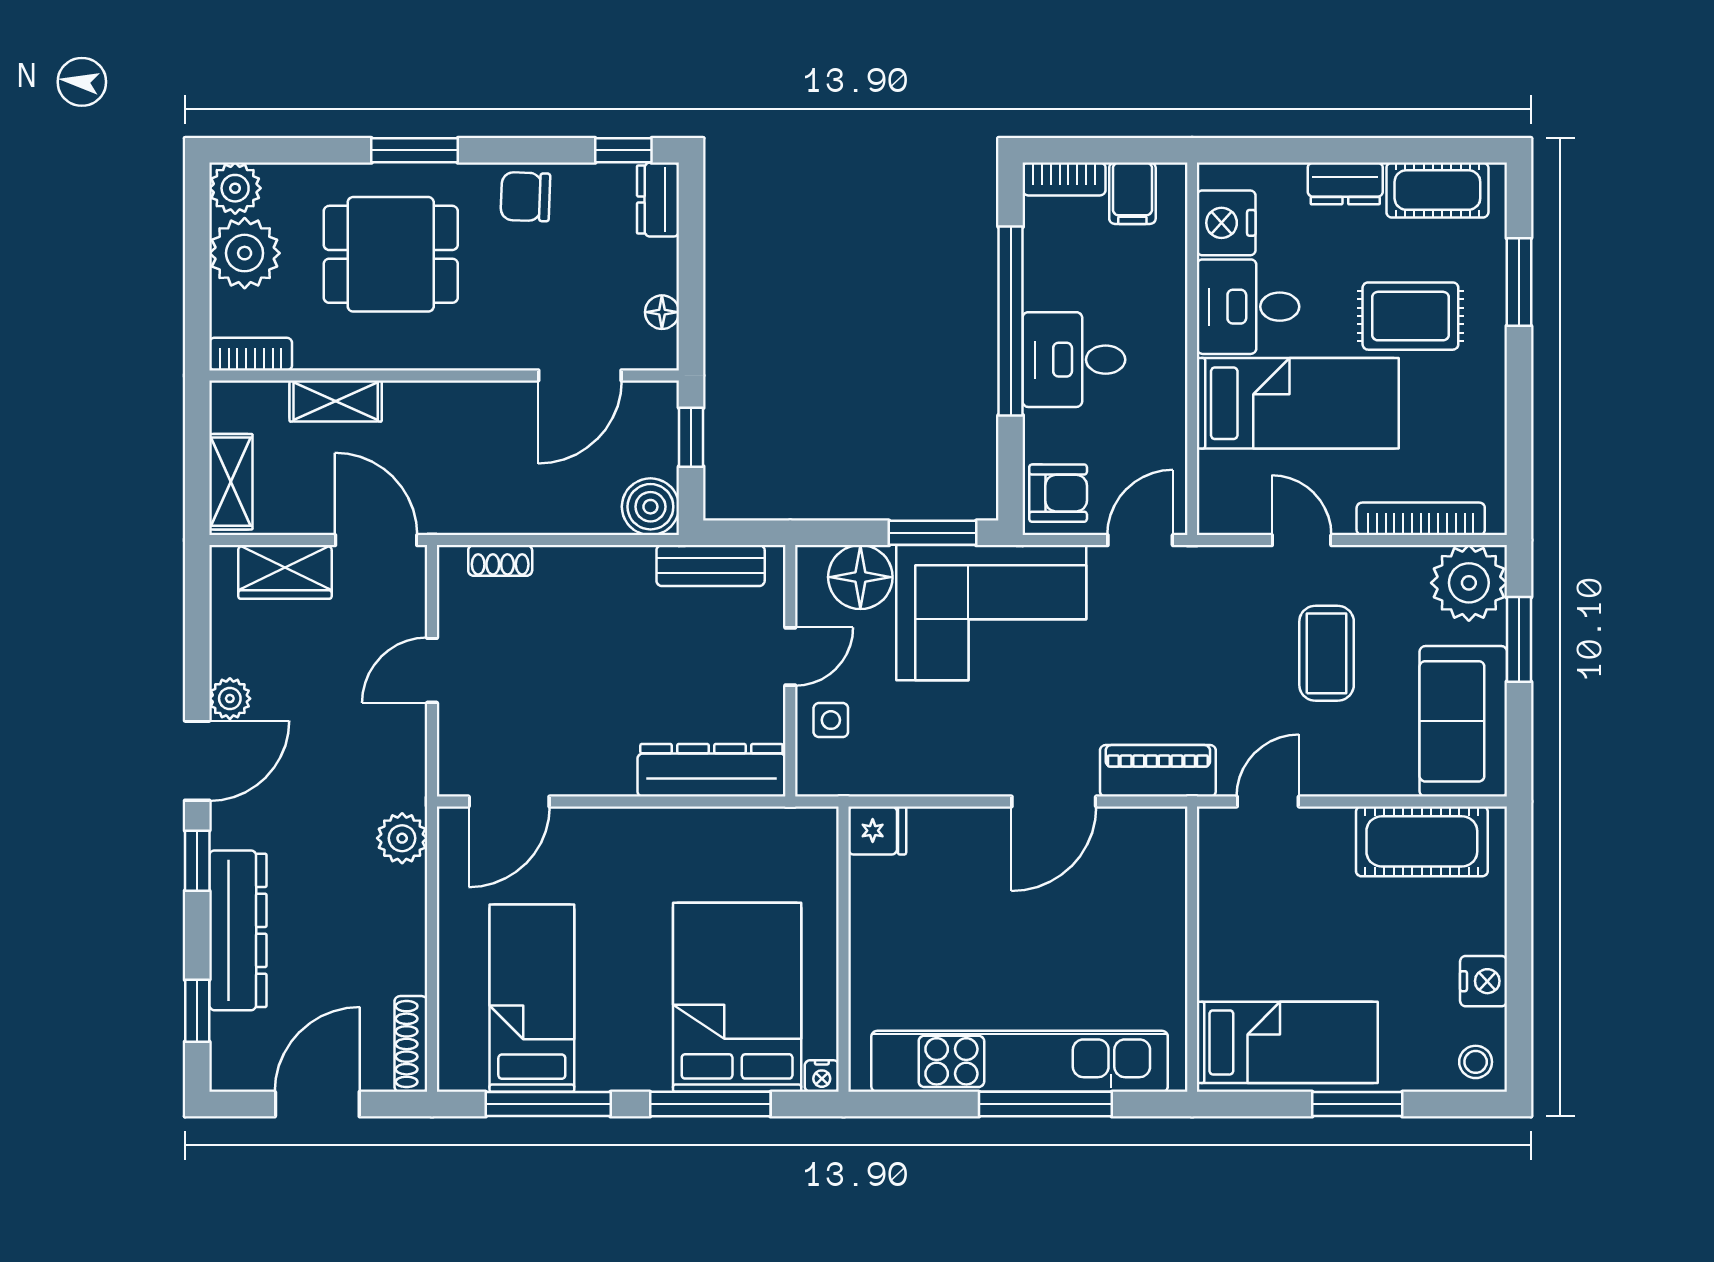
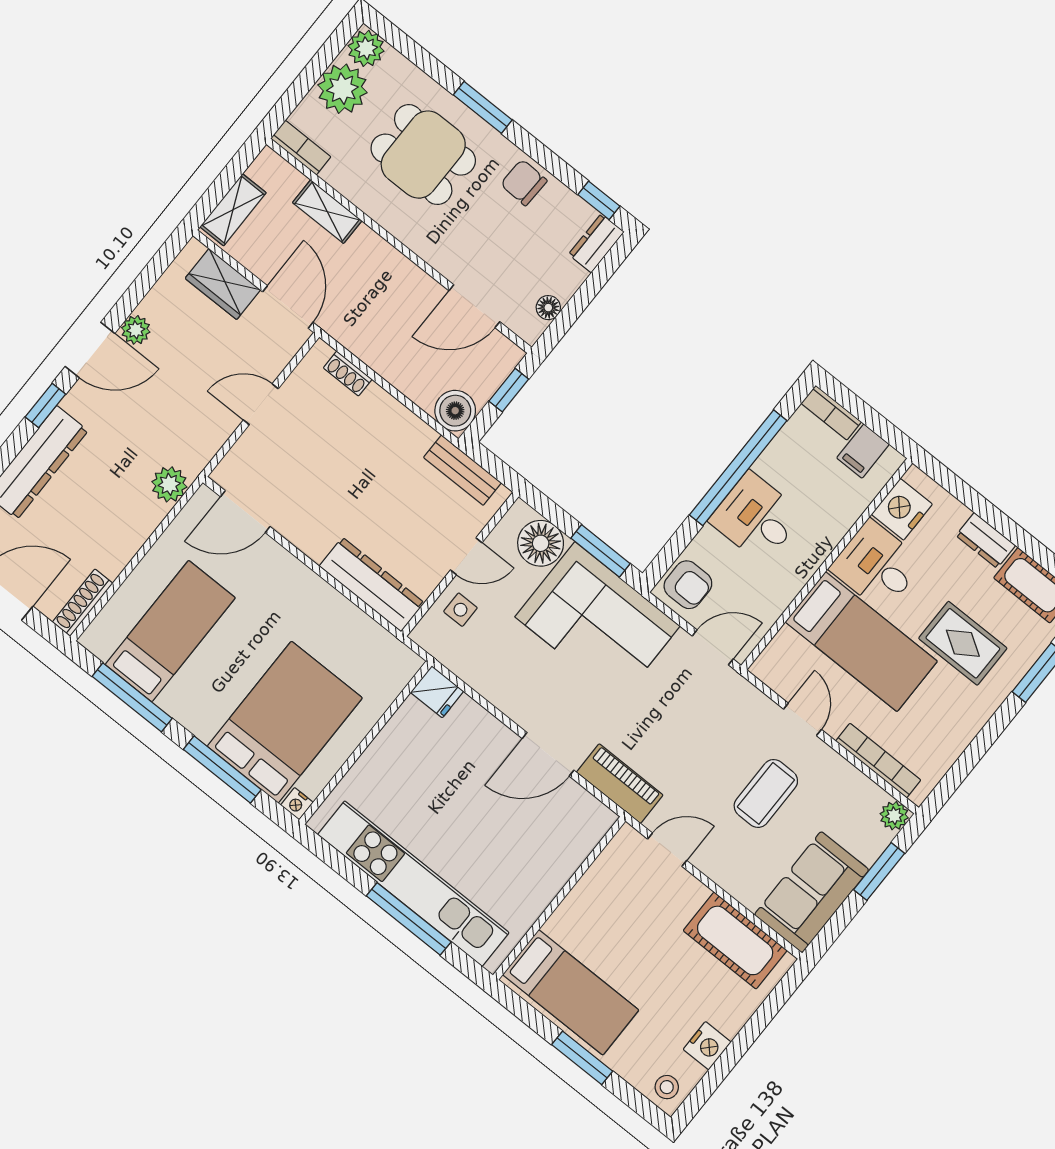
plant: (1469, 583) -> (894, 816), width x0.53, depth x0.53

